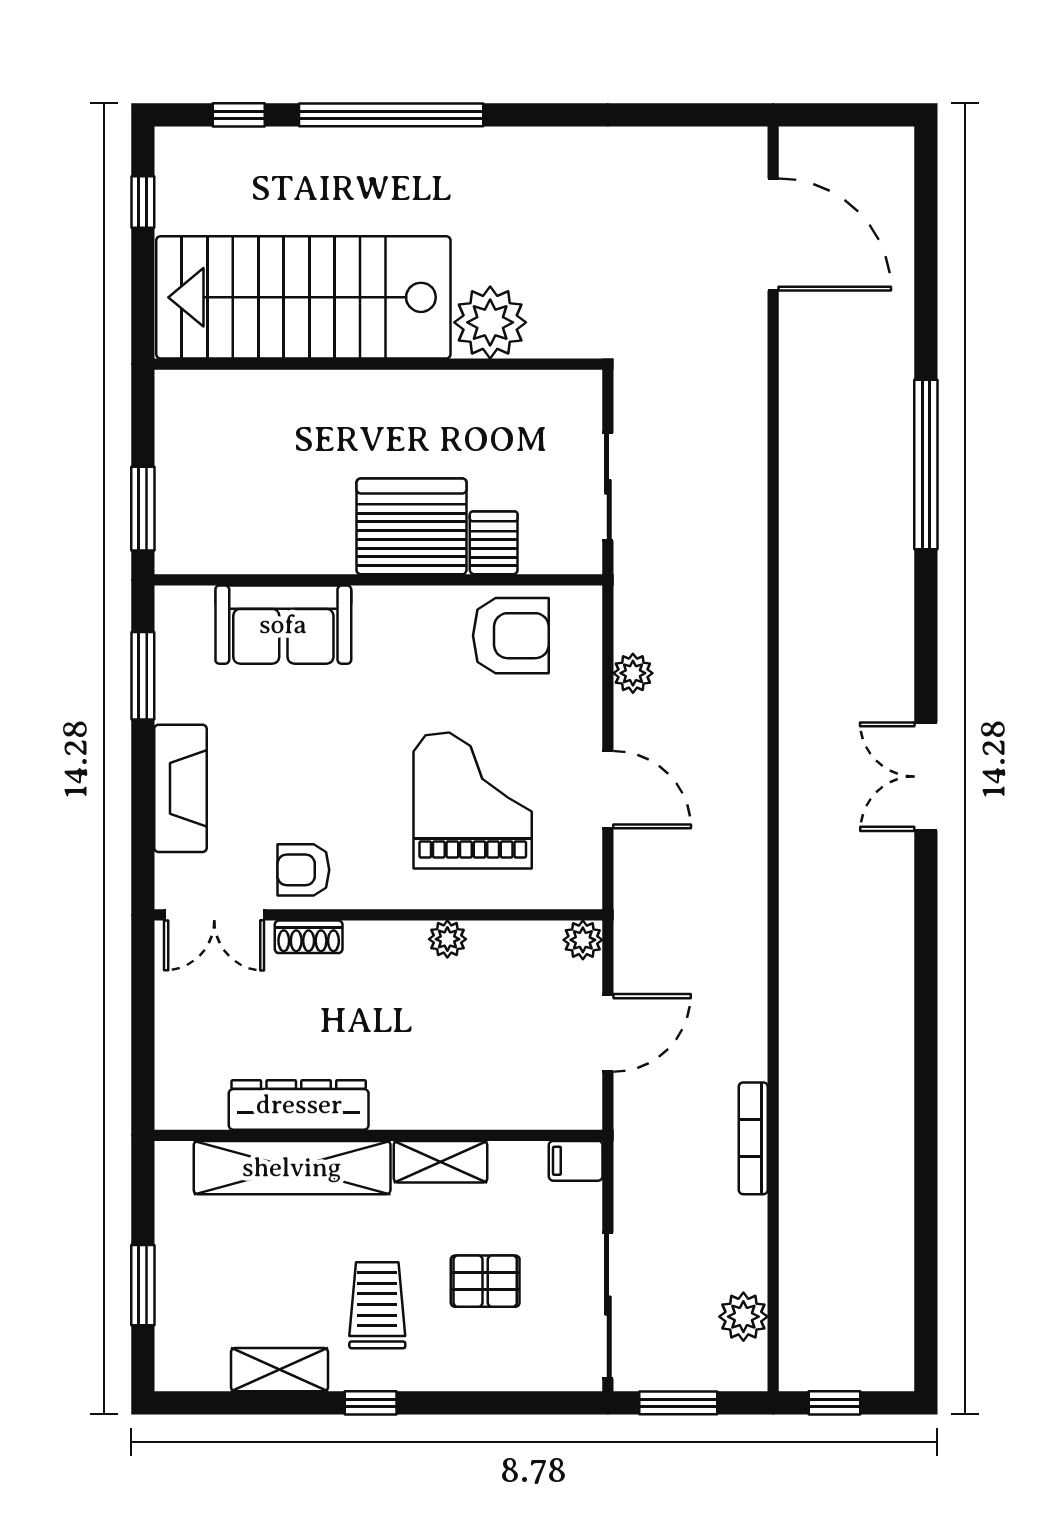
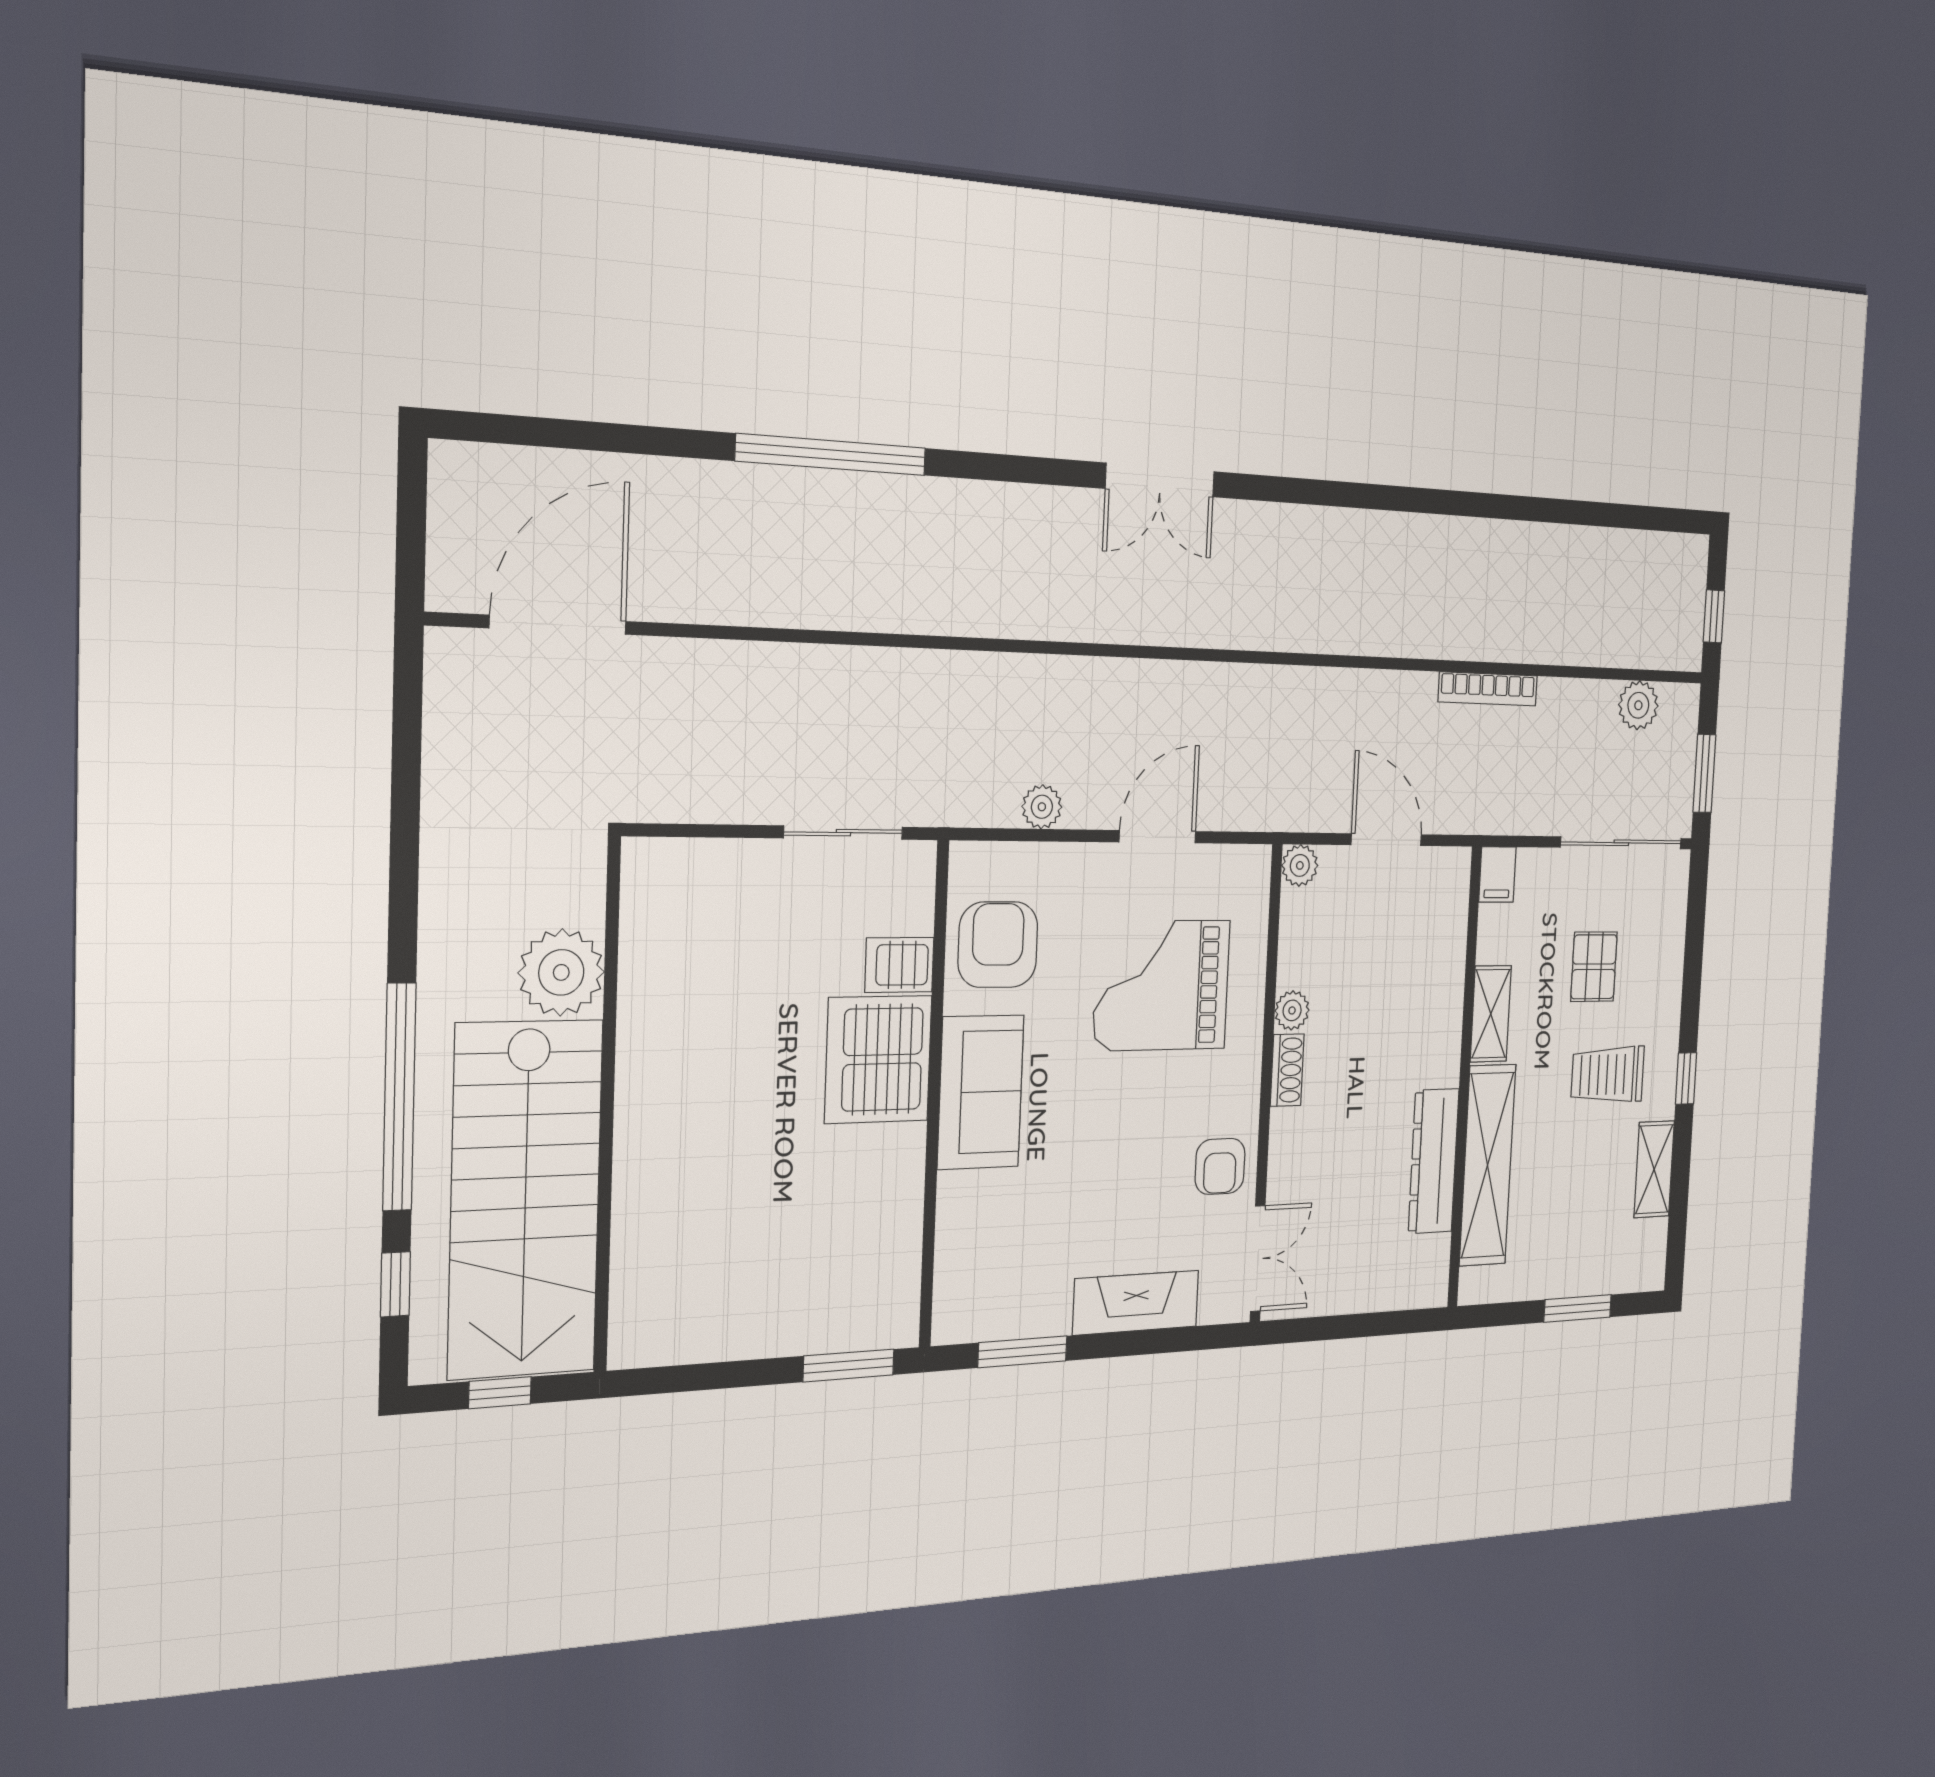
stairs: (303, 297) -> (525, 1199), moved
plant: (490, 322) -> (561, 972), moved
wall: (378, 364) -> (607, 1106), moved
sofa: (283, 625) -> (981, 1092), moved
shoe rack: (309, 937) -> (1287, 1070), moved

